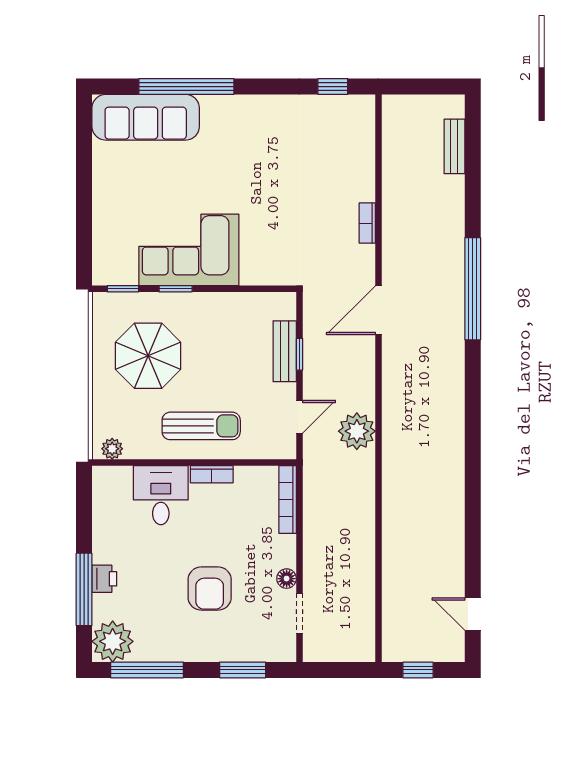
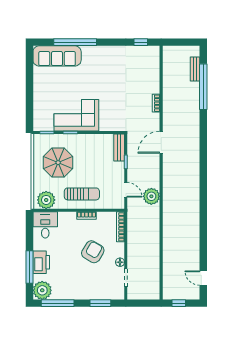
window: (473, 289) -> (203, 87), moved
bench: (285, 351) -> (119, 148), moved
door: (299, 417) -> (126, 190), hinge flipped
plant: (112, 449) -> (46, 200), width x1.87, depth x1.87
desk: (161, 495) -> (45, 225), moved
printer: (104, 579) -> (41, 262), width x1.87, depth x1.48
armchair: (210, 589) -> (93, 252), moved, turned -149

